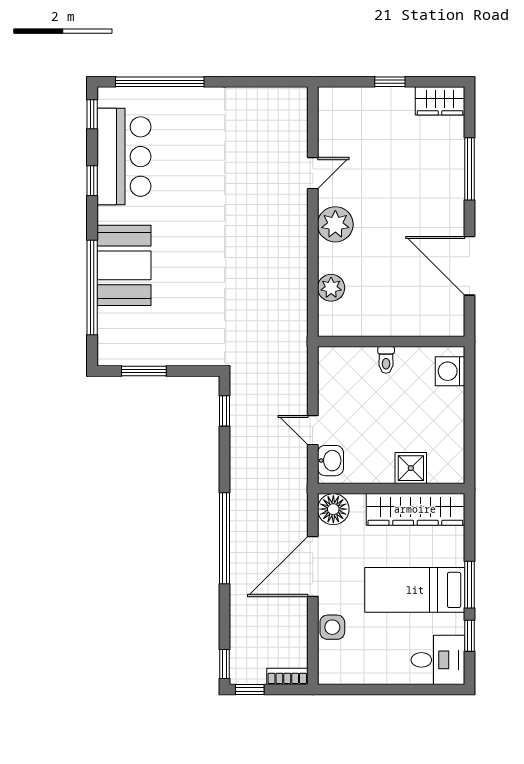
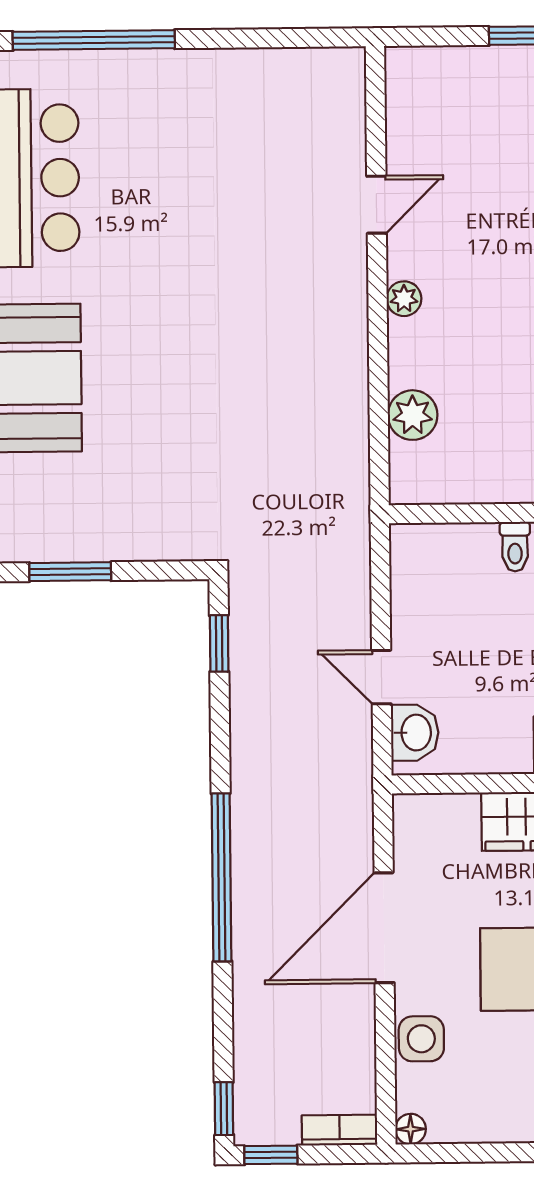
plant: (335, 224) -> (404, 299), width x0.53, depth x0.53
floor lamp: (333, 509) -> (411, 1129), moved, width x0.53, depth x0.53

